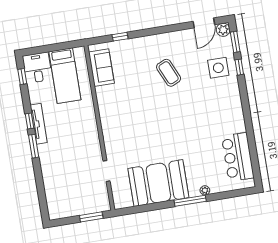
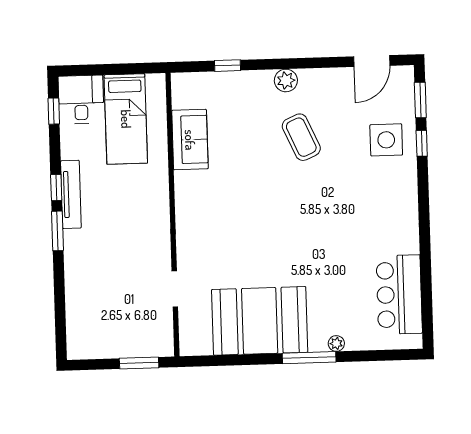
plant: (223, 30) -> (286, 80), moved
sofa: (101, 68) -> (190, 140), moved

